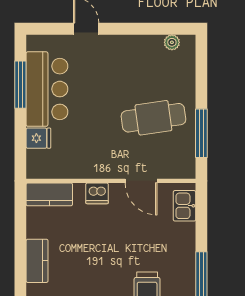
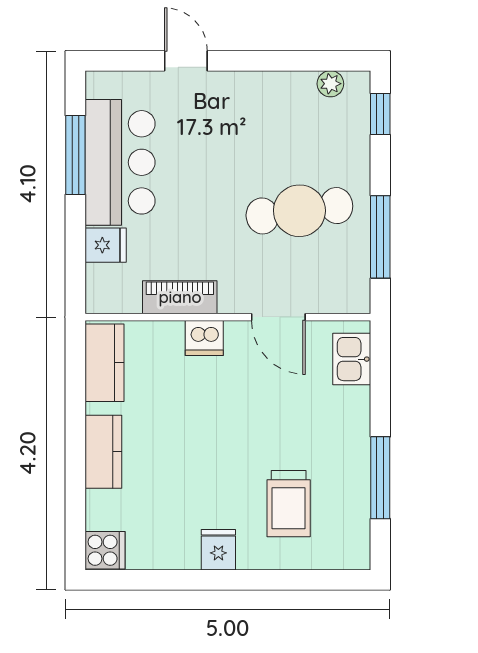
window: (201, 60) -> (380, 114), added
piano: (82, 169) -> (180, 297), added
kitchen counter: (49, 194) -> (104, 363), moved, turned -90

